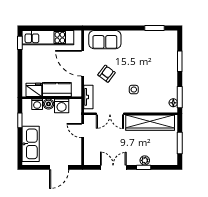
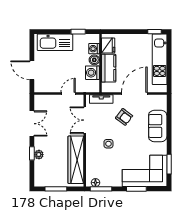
sofa: (105, 40) -> (158, 126), moved
corner sofa: (161, 53) -> (145, 171), added

